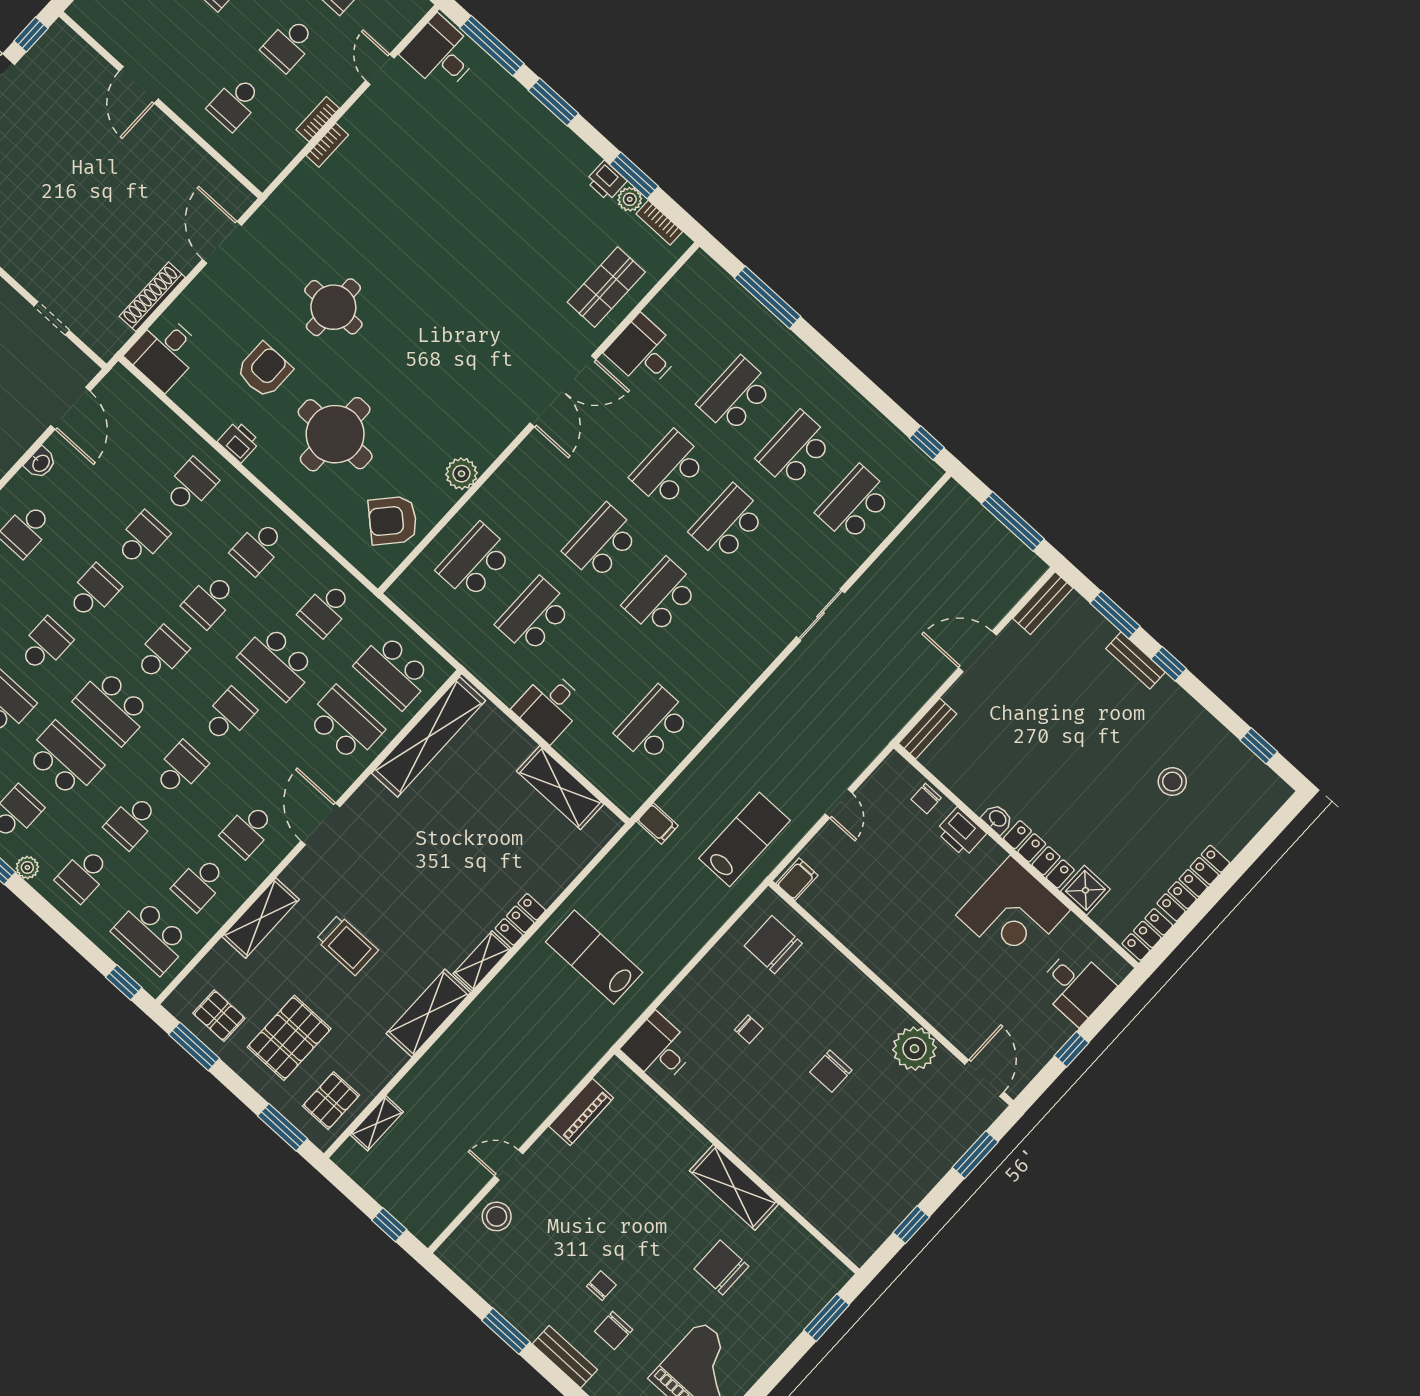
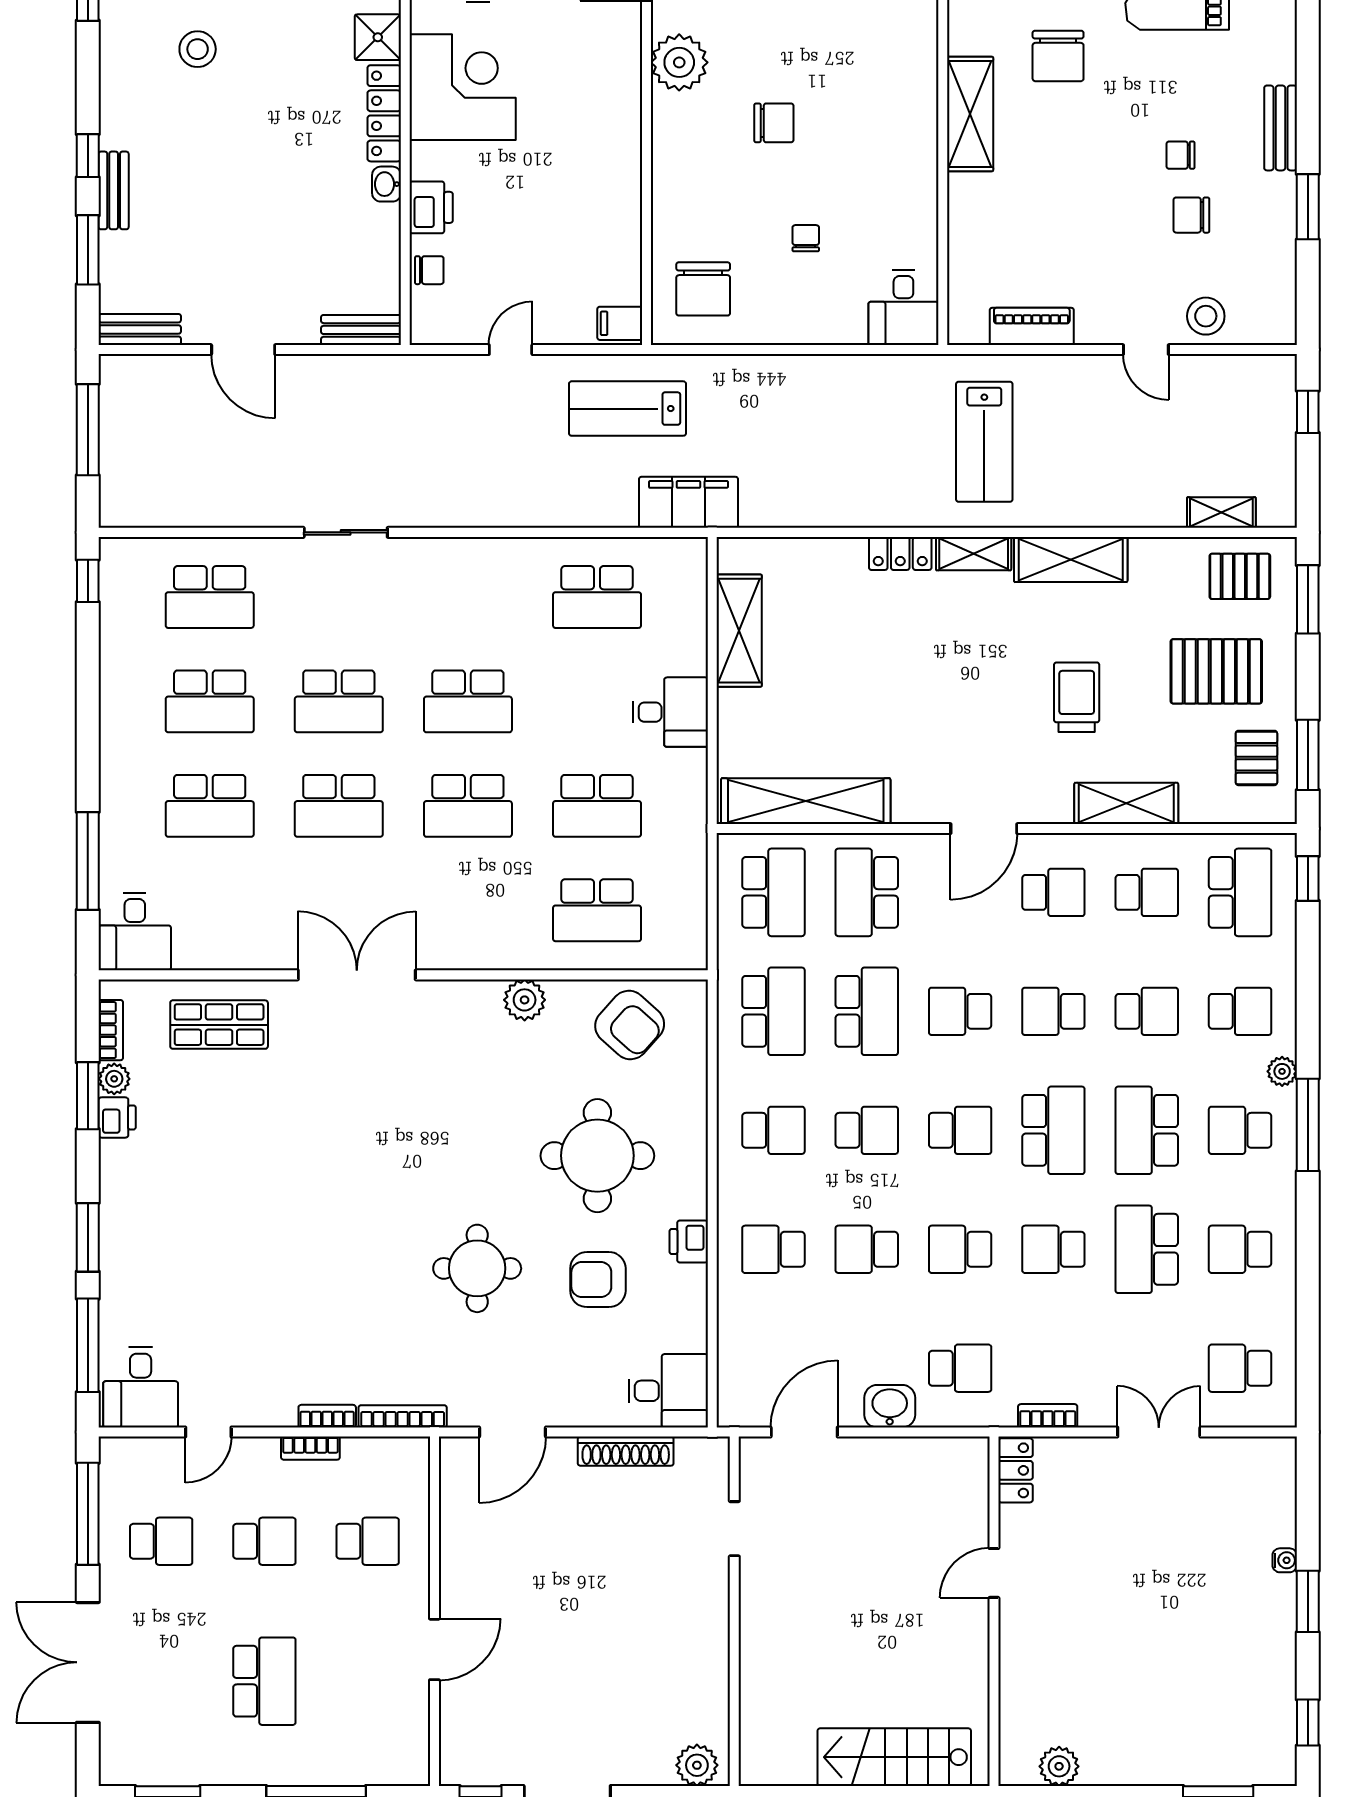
bookcase: (288, 188) -> (403, 1416), added
desk: (643, 352) -> (135, 932), moved
washbasin: (41, 463) -> (890, 1406), width x1.38, depth x1.45
school desk: (326, 609) -> (773, 1011), width x1.85
school desk: (161, 654) -> (960, 1130), turned 180
filing cabinet: (657, 823) -> (688, 502), width x3.00, depth x1.17
lab bench: (594, 957) -> (984, 442), moved
chair: (614, 1330) -> (1191, 215), moved, turned 180

